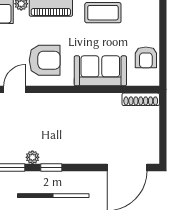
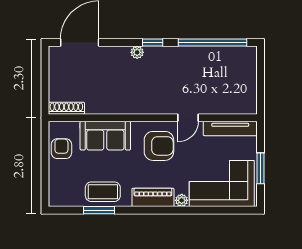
armchair: (45, 60) -> (159, 146), turned 180
plant: (32, 157) -> (137, 52), moved

